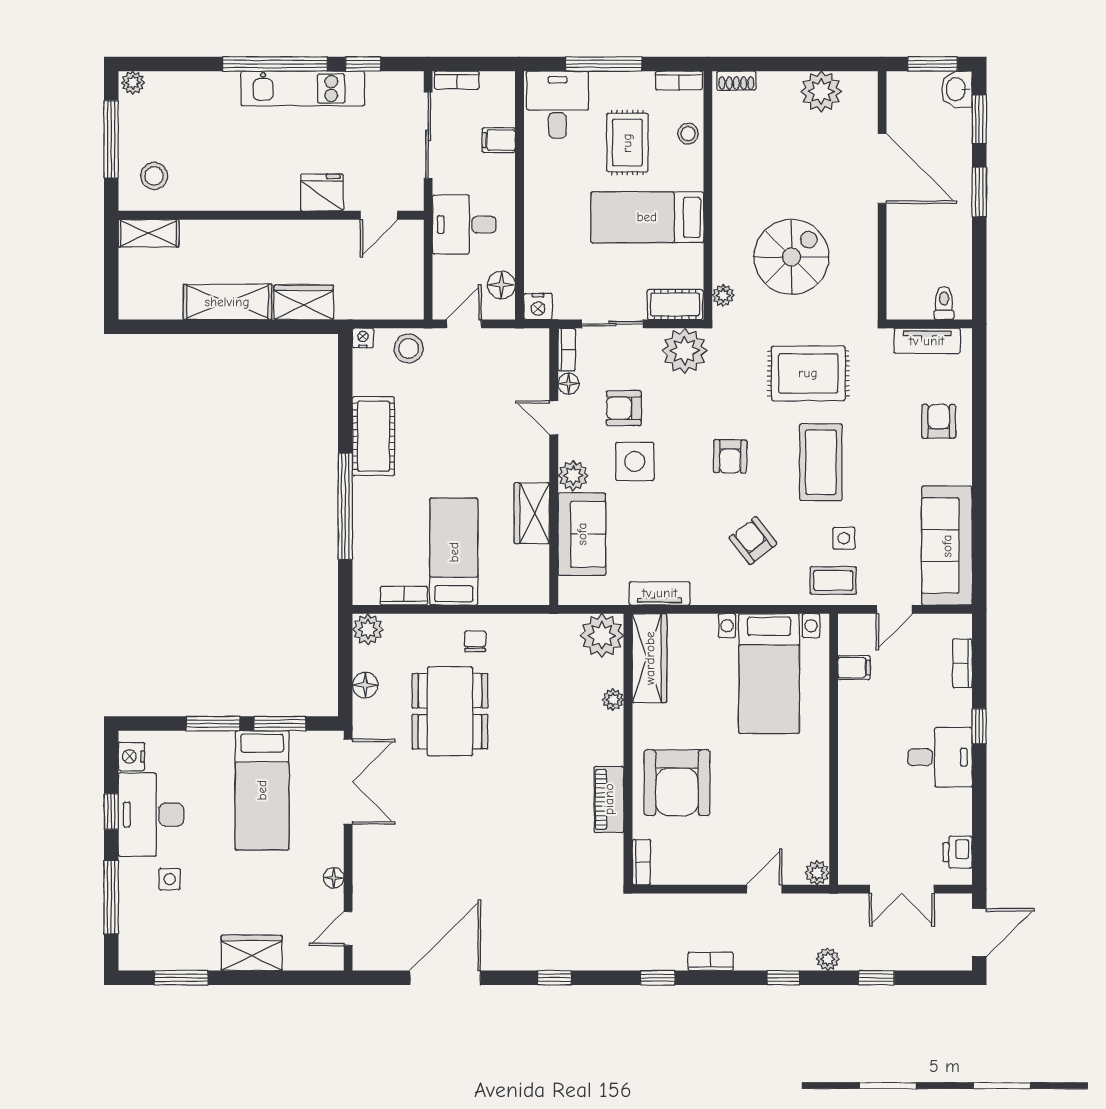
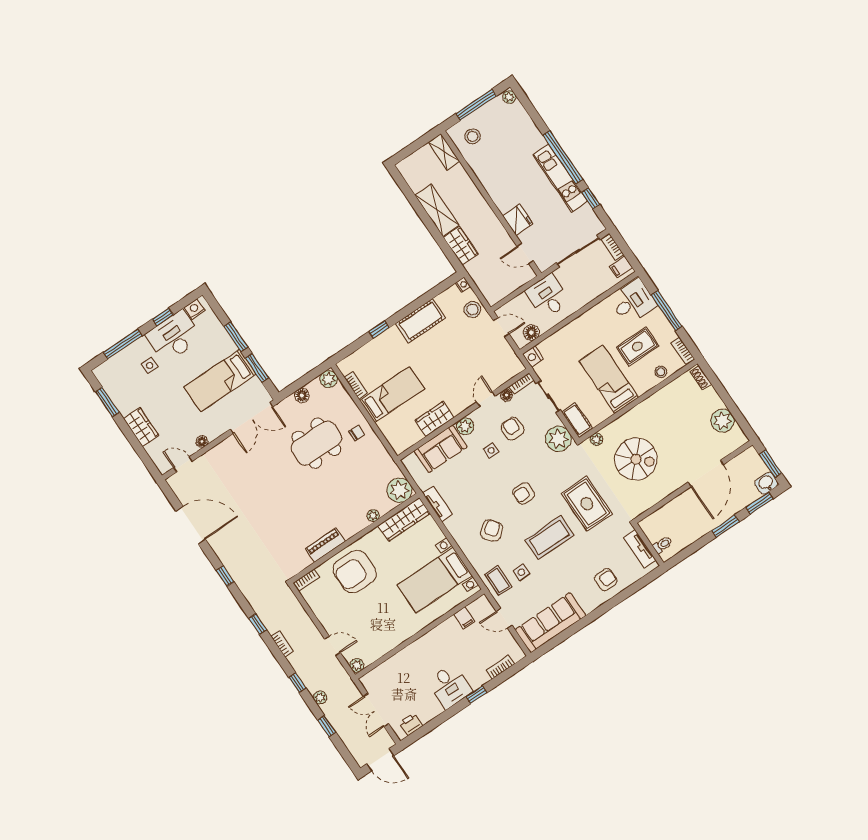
filing cabinet: (499, 140) -> (621, 267), moved, turned -90
side table: (635, 461) -> (491, 451), width x0.54, depth x0.54
window: (345, 506) -> (379, 330), width x0.32

